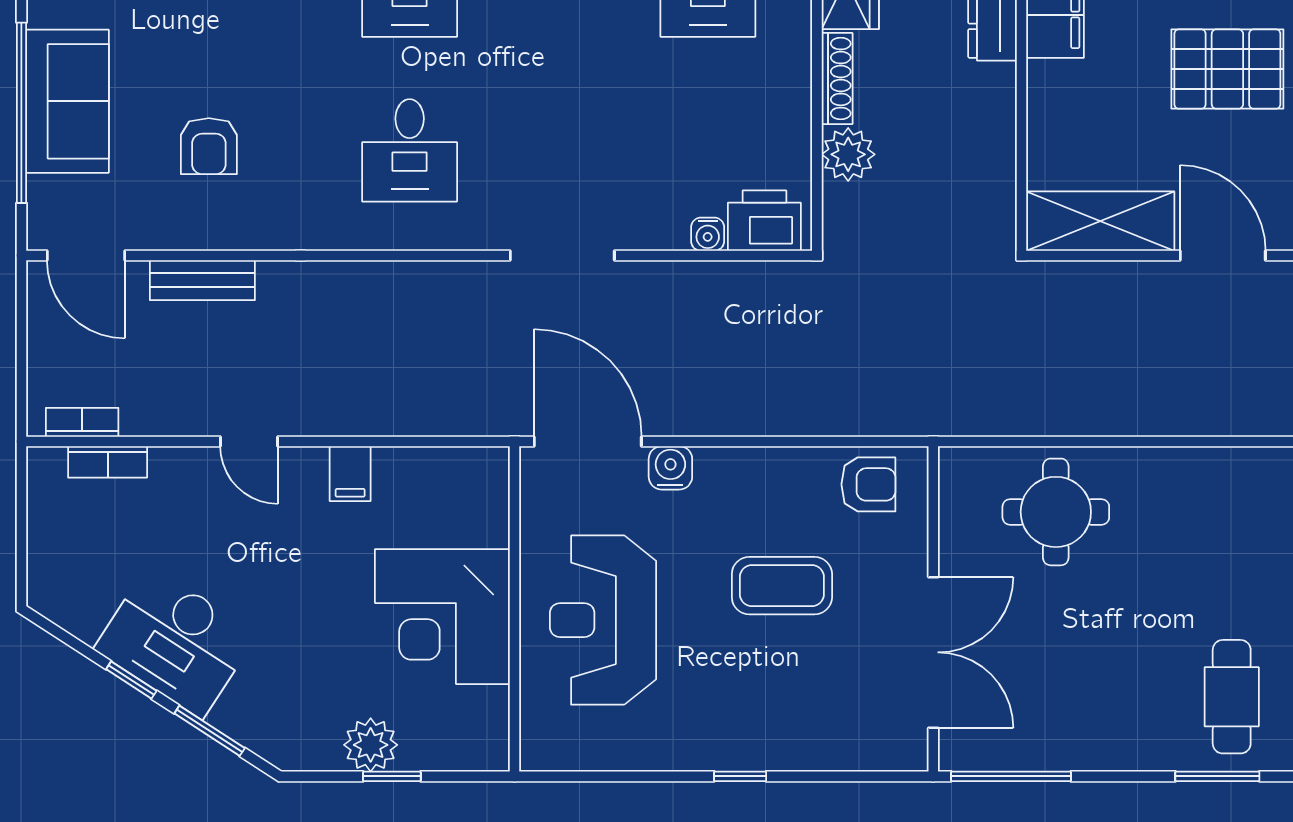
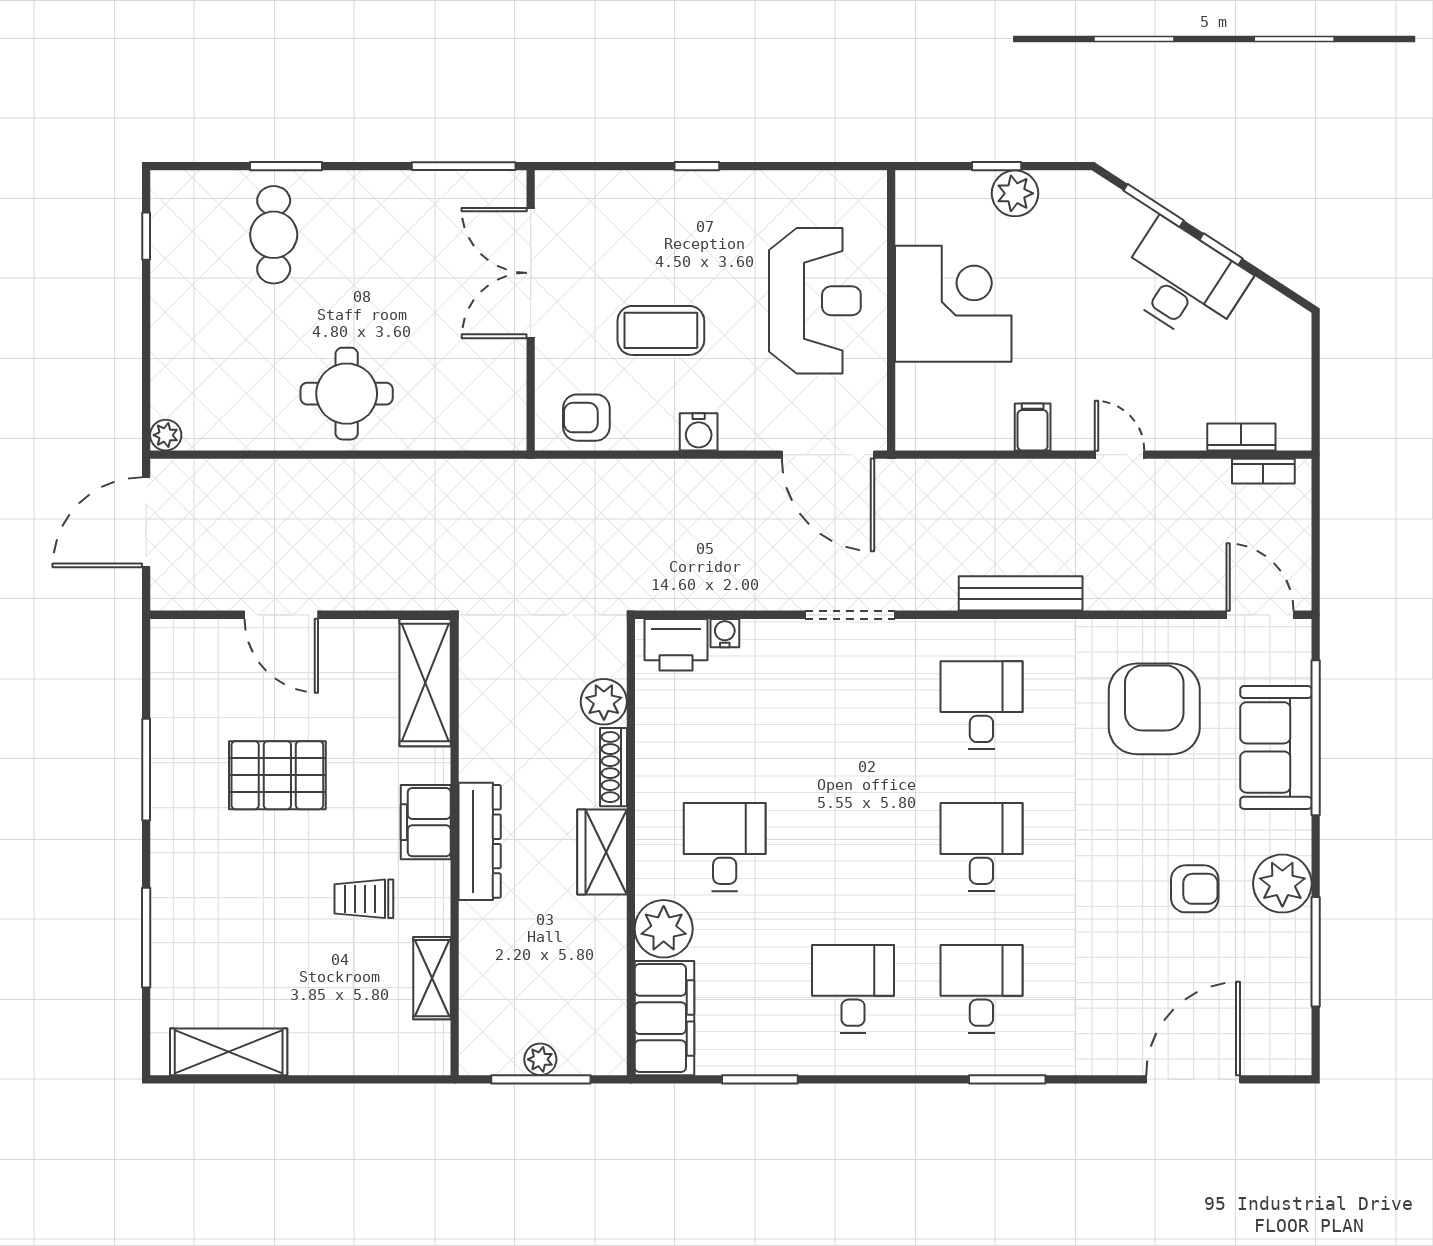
armchair: (209, 146) -> (1154, 709), width x1.88, depth x1.88
shelving: (1100, 221) -> (425, 683), moved, turned 90
bench: (202, 280) -> (1021, 593), moved, width x1.36
water cooler: (670, 468) -> (699, 432), moved
round table: (1056, 512) -> (347, 394), moved

